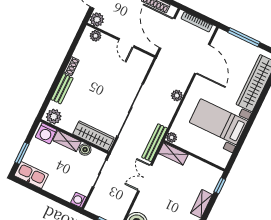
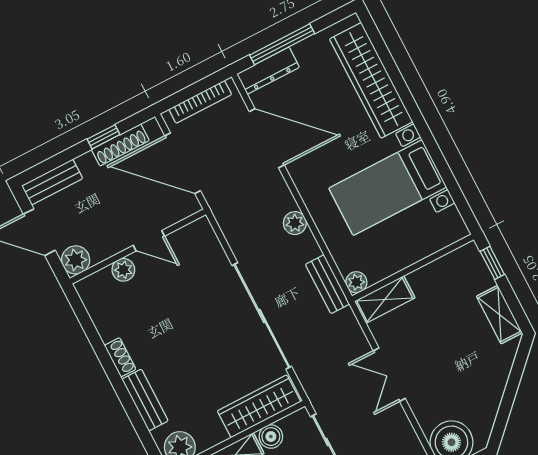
plant: (96, 36) -> (123, 270), moved
dresser: (229, 39) -> (268, 71), added
bench: (155, 143) -> (327, 284), moved, width x0.73

